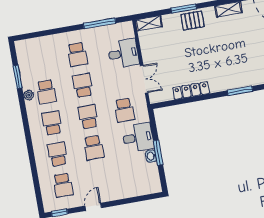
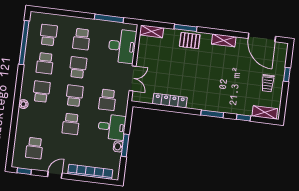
desk: (123, 53) -> (122, 46), width x1.37
window: (18, 77) -> (24, 43), width x2.11
plant: (29, 95) -> (23, 104), moved
school desk: (57, 154) -> (48, 35), moved
bookcase: (130, 192) -> (90, 172), added

